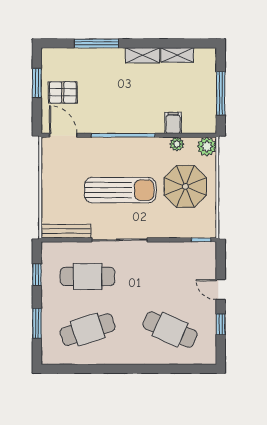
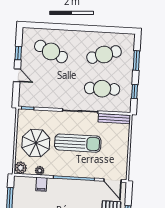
sun lounger: (120, 190) -> (78, 143), turned 180

